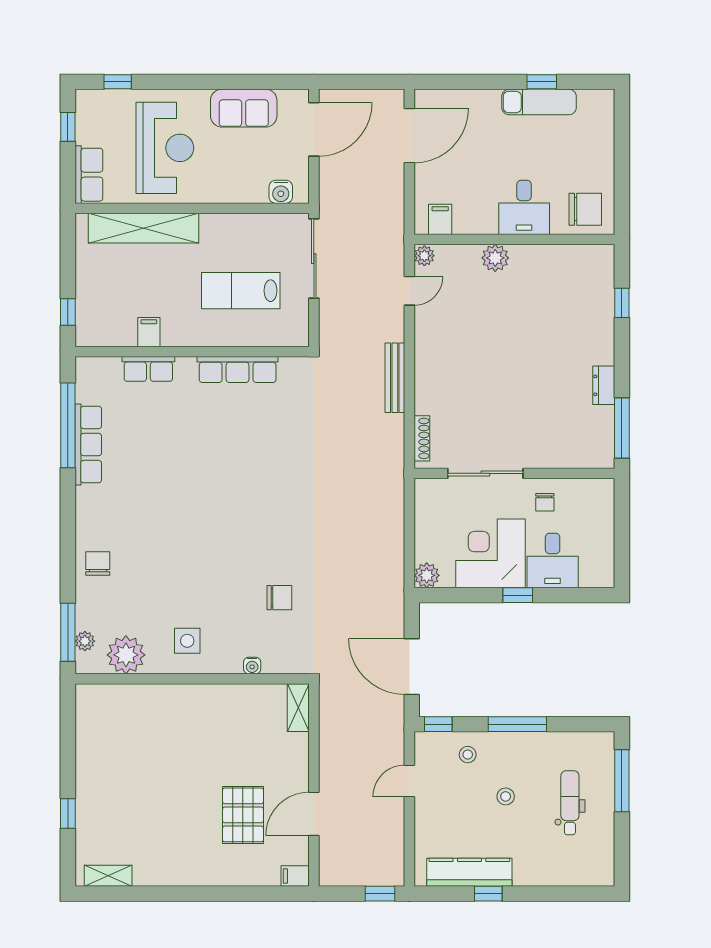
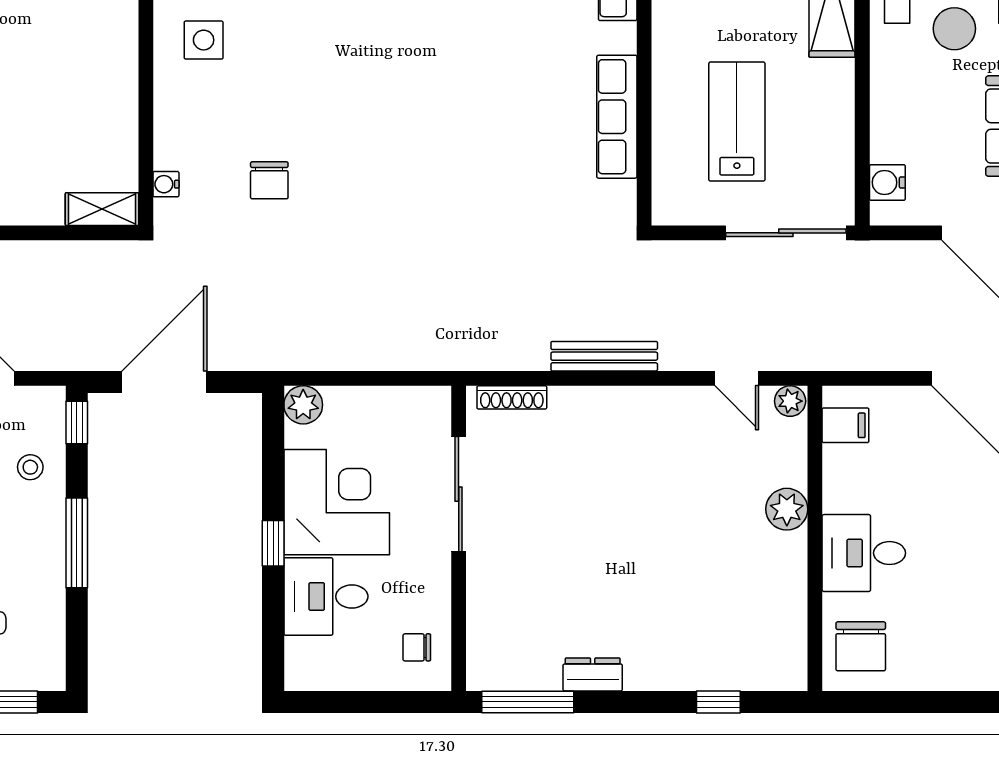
chair: (545, 502) -> (417, 647), moved
water cooler: (252, 666) -> (166, 184), moved

